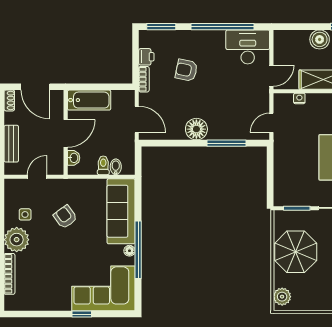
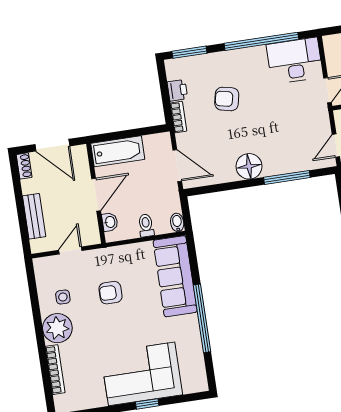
bidet: (116, 167) -> (177, 222), moved
armchair: (65, 217) -> (110, 293), turned -54
floor lamp: (129, 251) -> (192, 321), removed
corner sofa: (103, 288) -> (142, 374), moved

